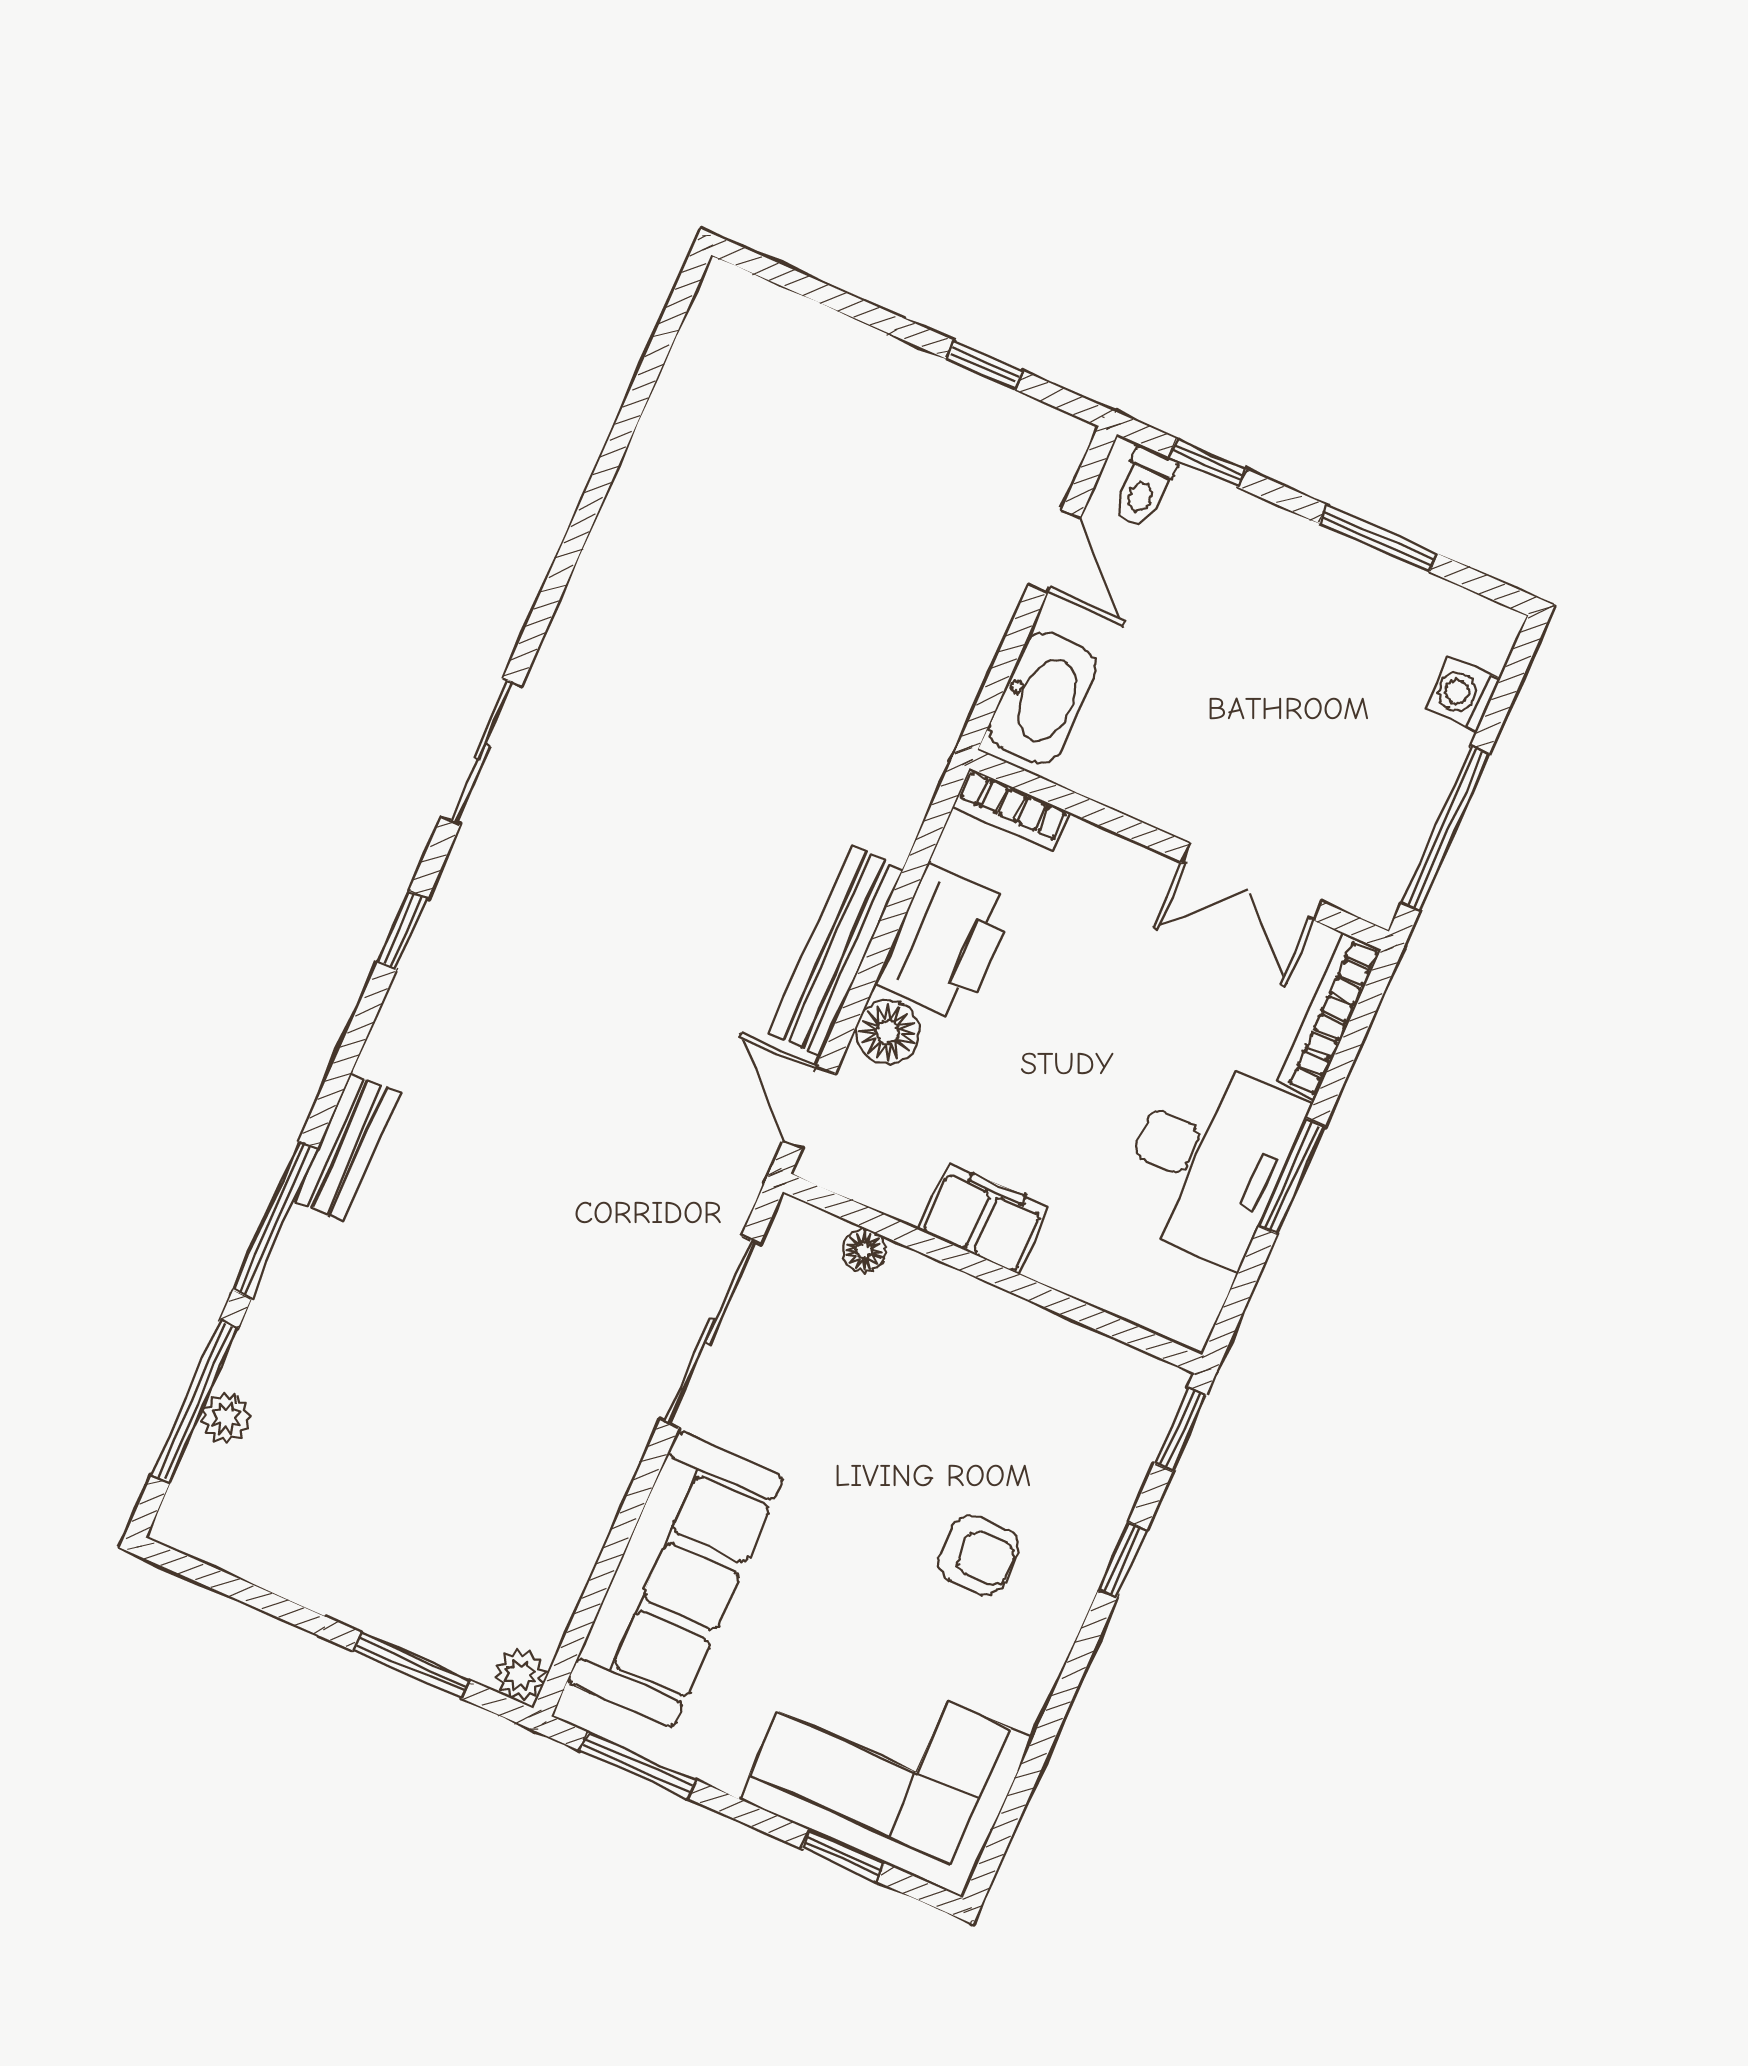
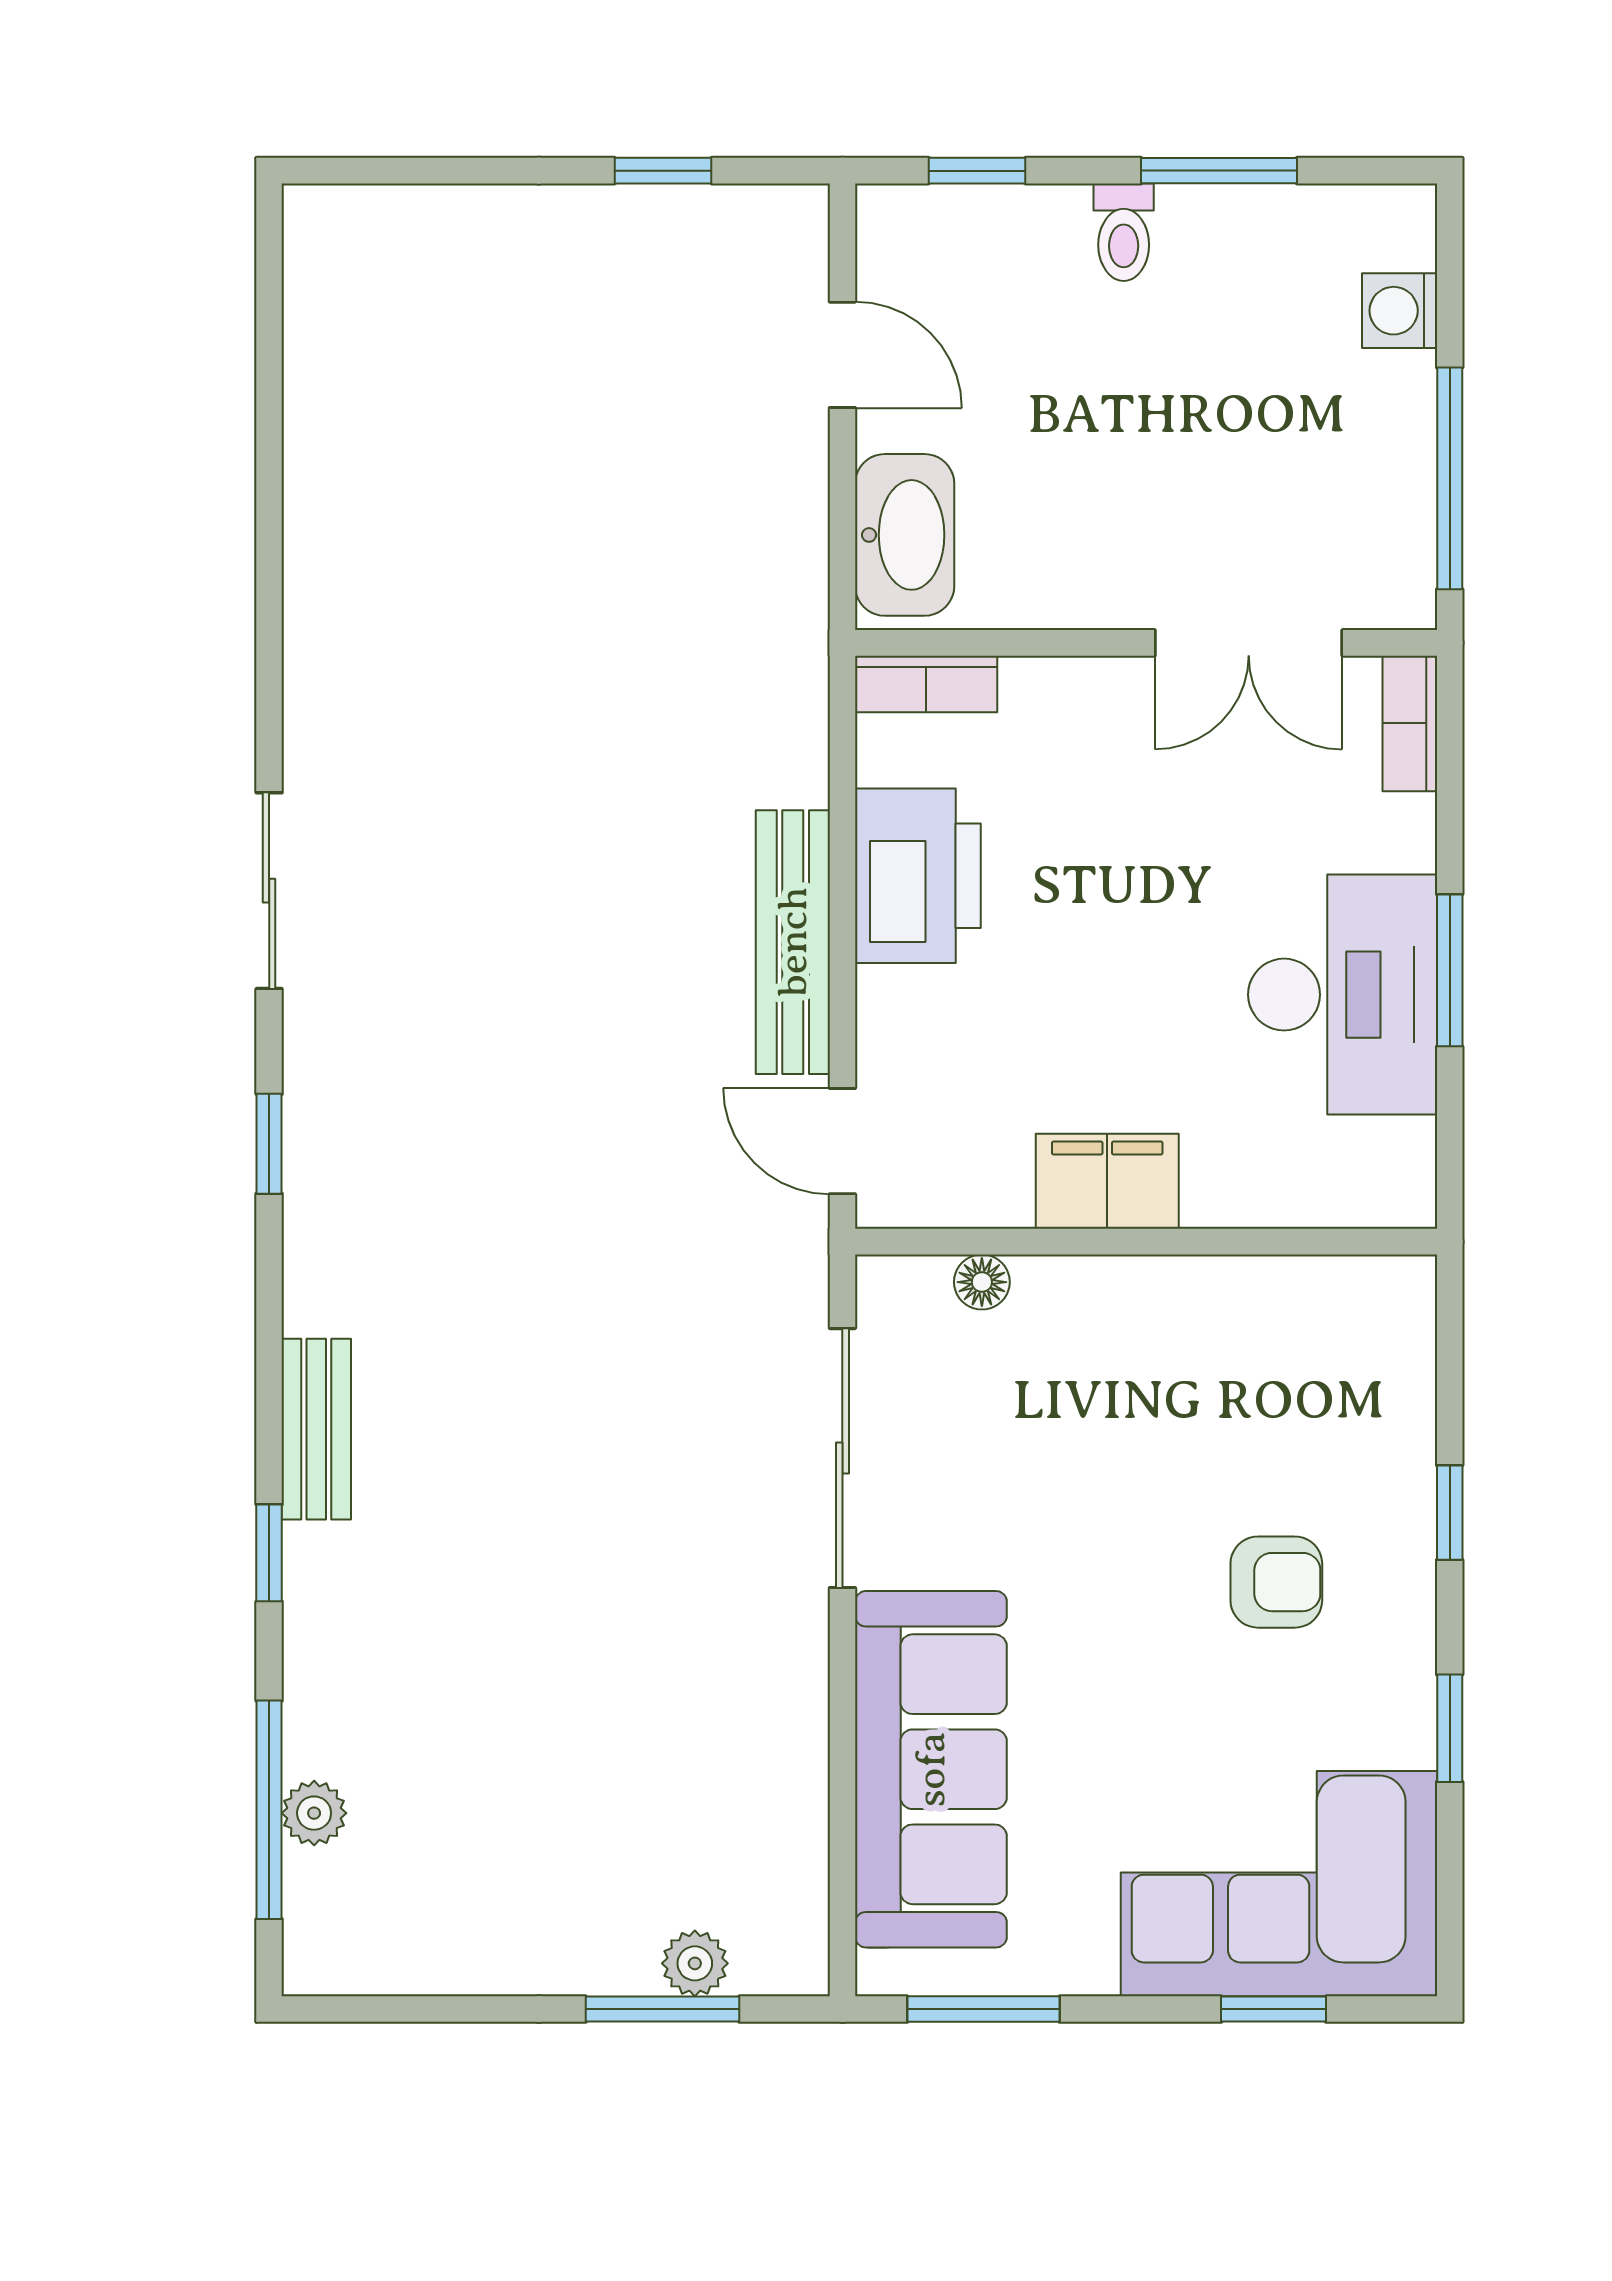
toilet: (1144, 487) -> (1124, 232), moved
bookcase: (1329, 1016) -> (1410, 723), width x0.64
floor lamp: (888, 1032) -> (896, 1011), removed
window: (275, 1220) -> (269, 1553), width x0.46
window: (1180, 1429) -> (1450, 1728), moved
plant: (520, 1675) -> (695, 1963), moved

